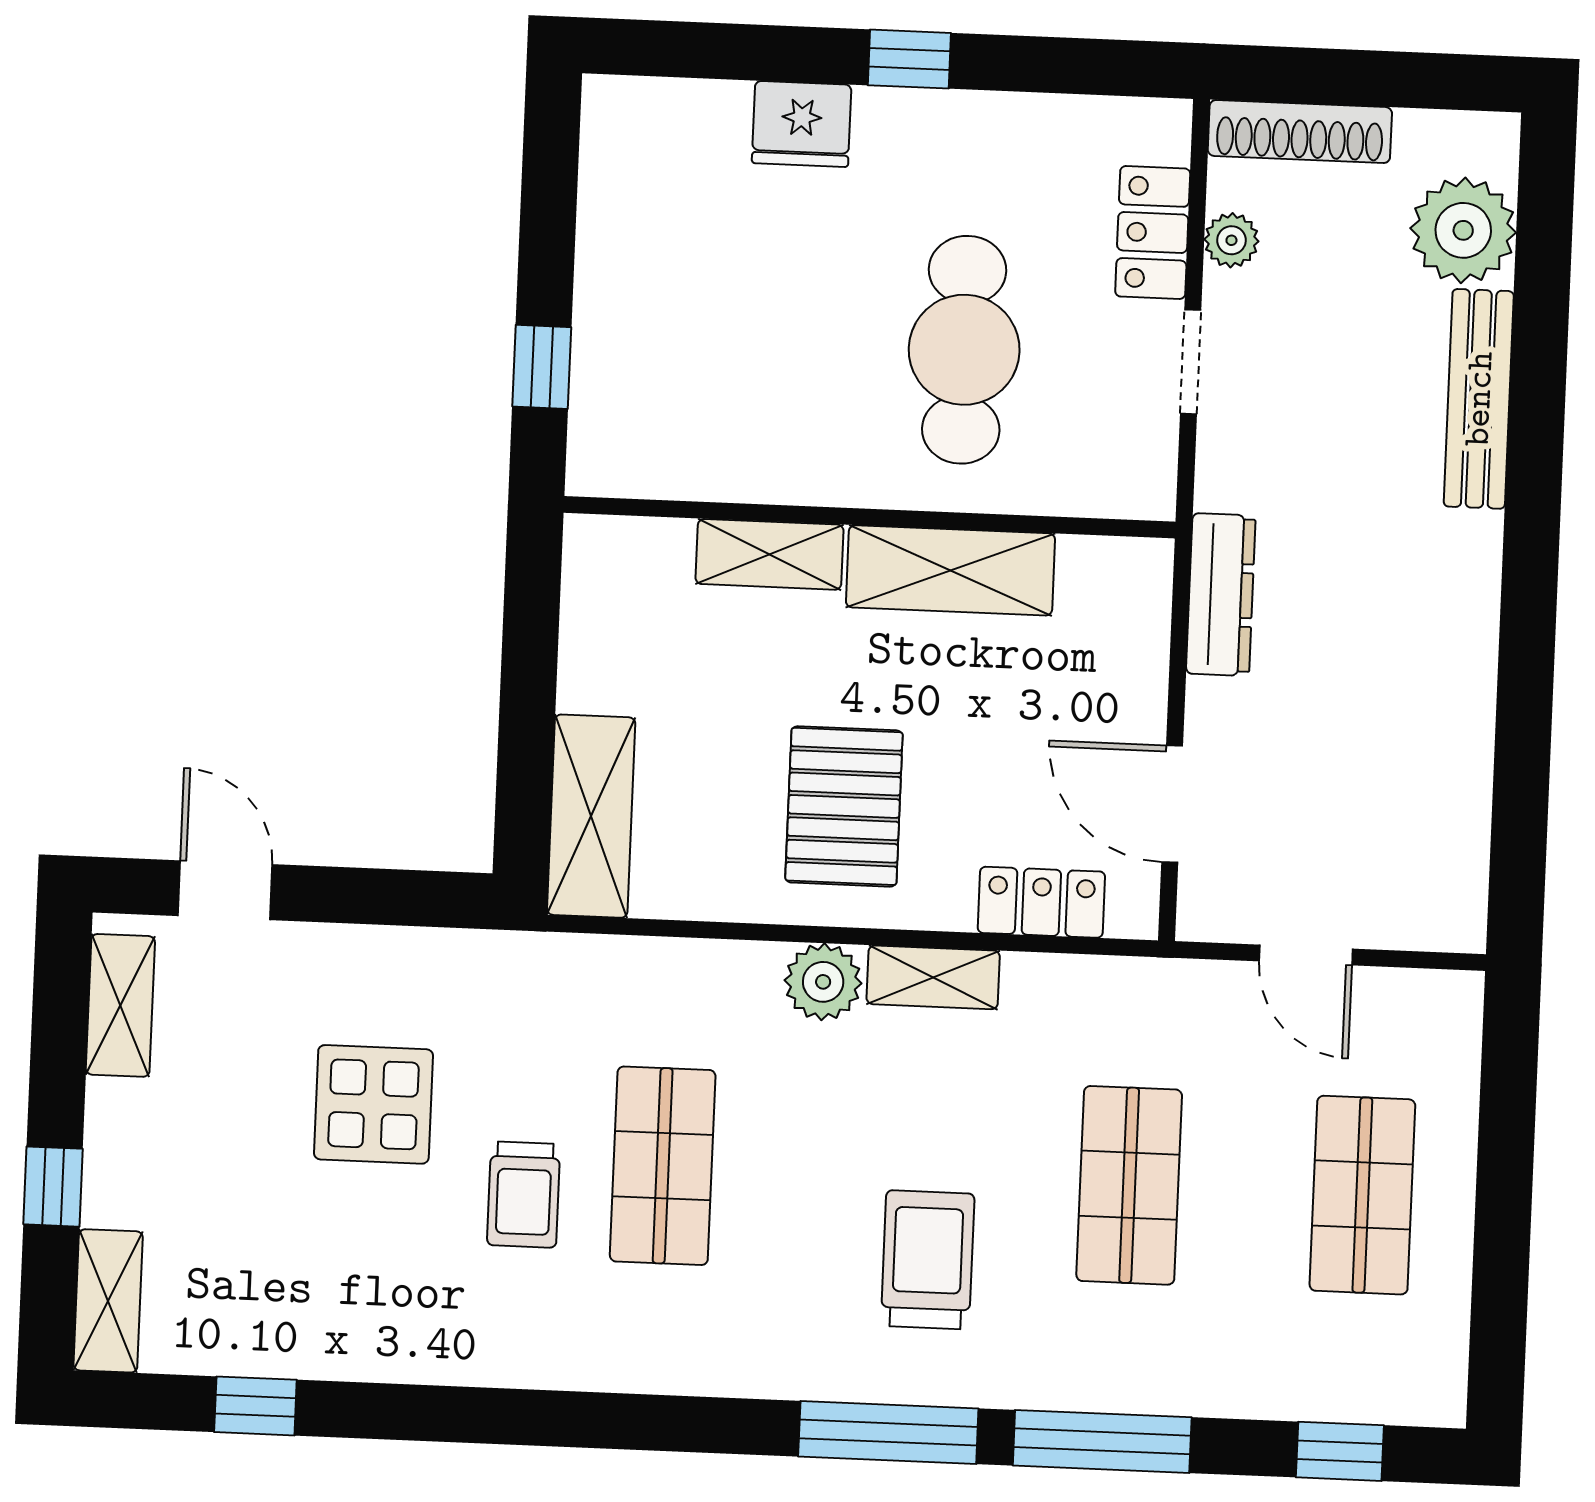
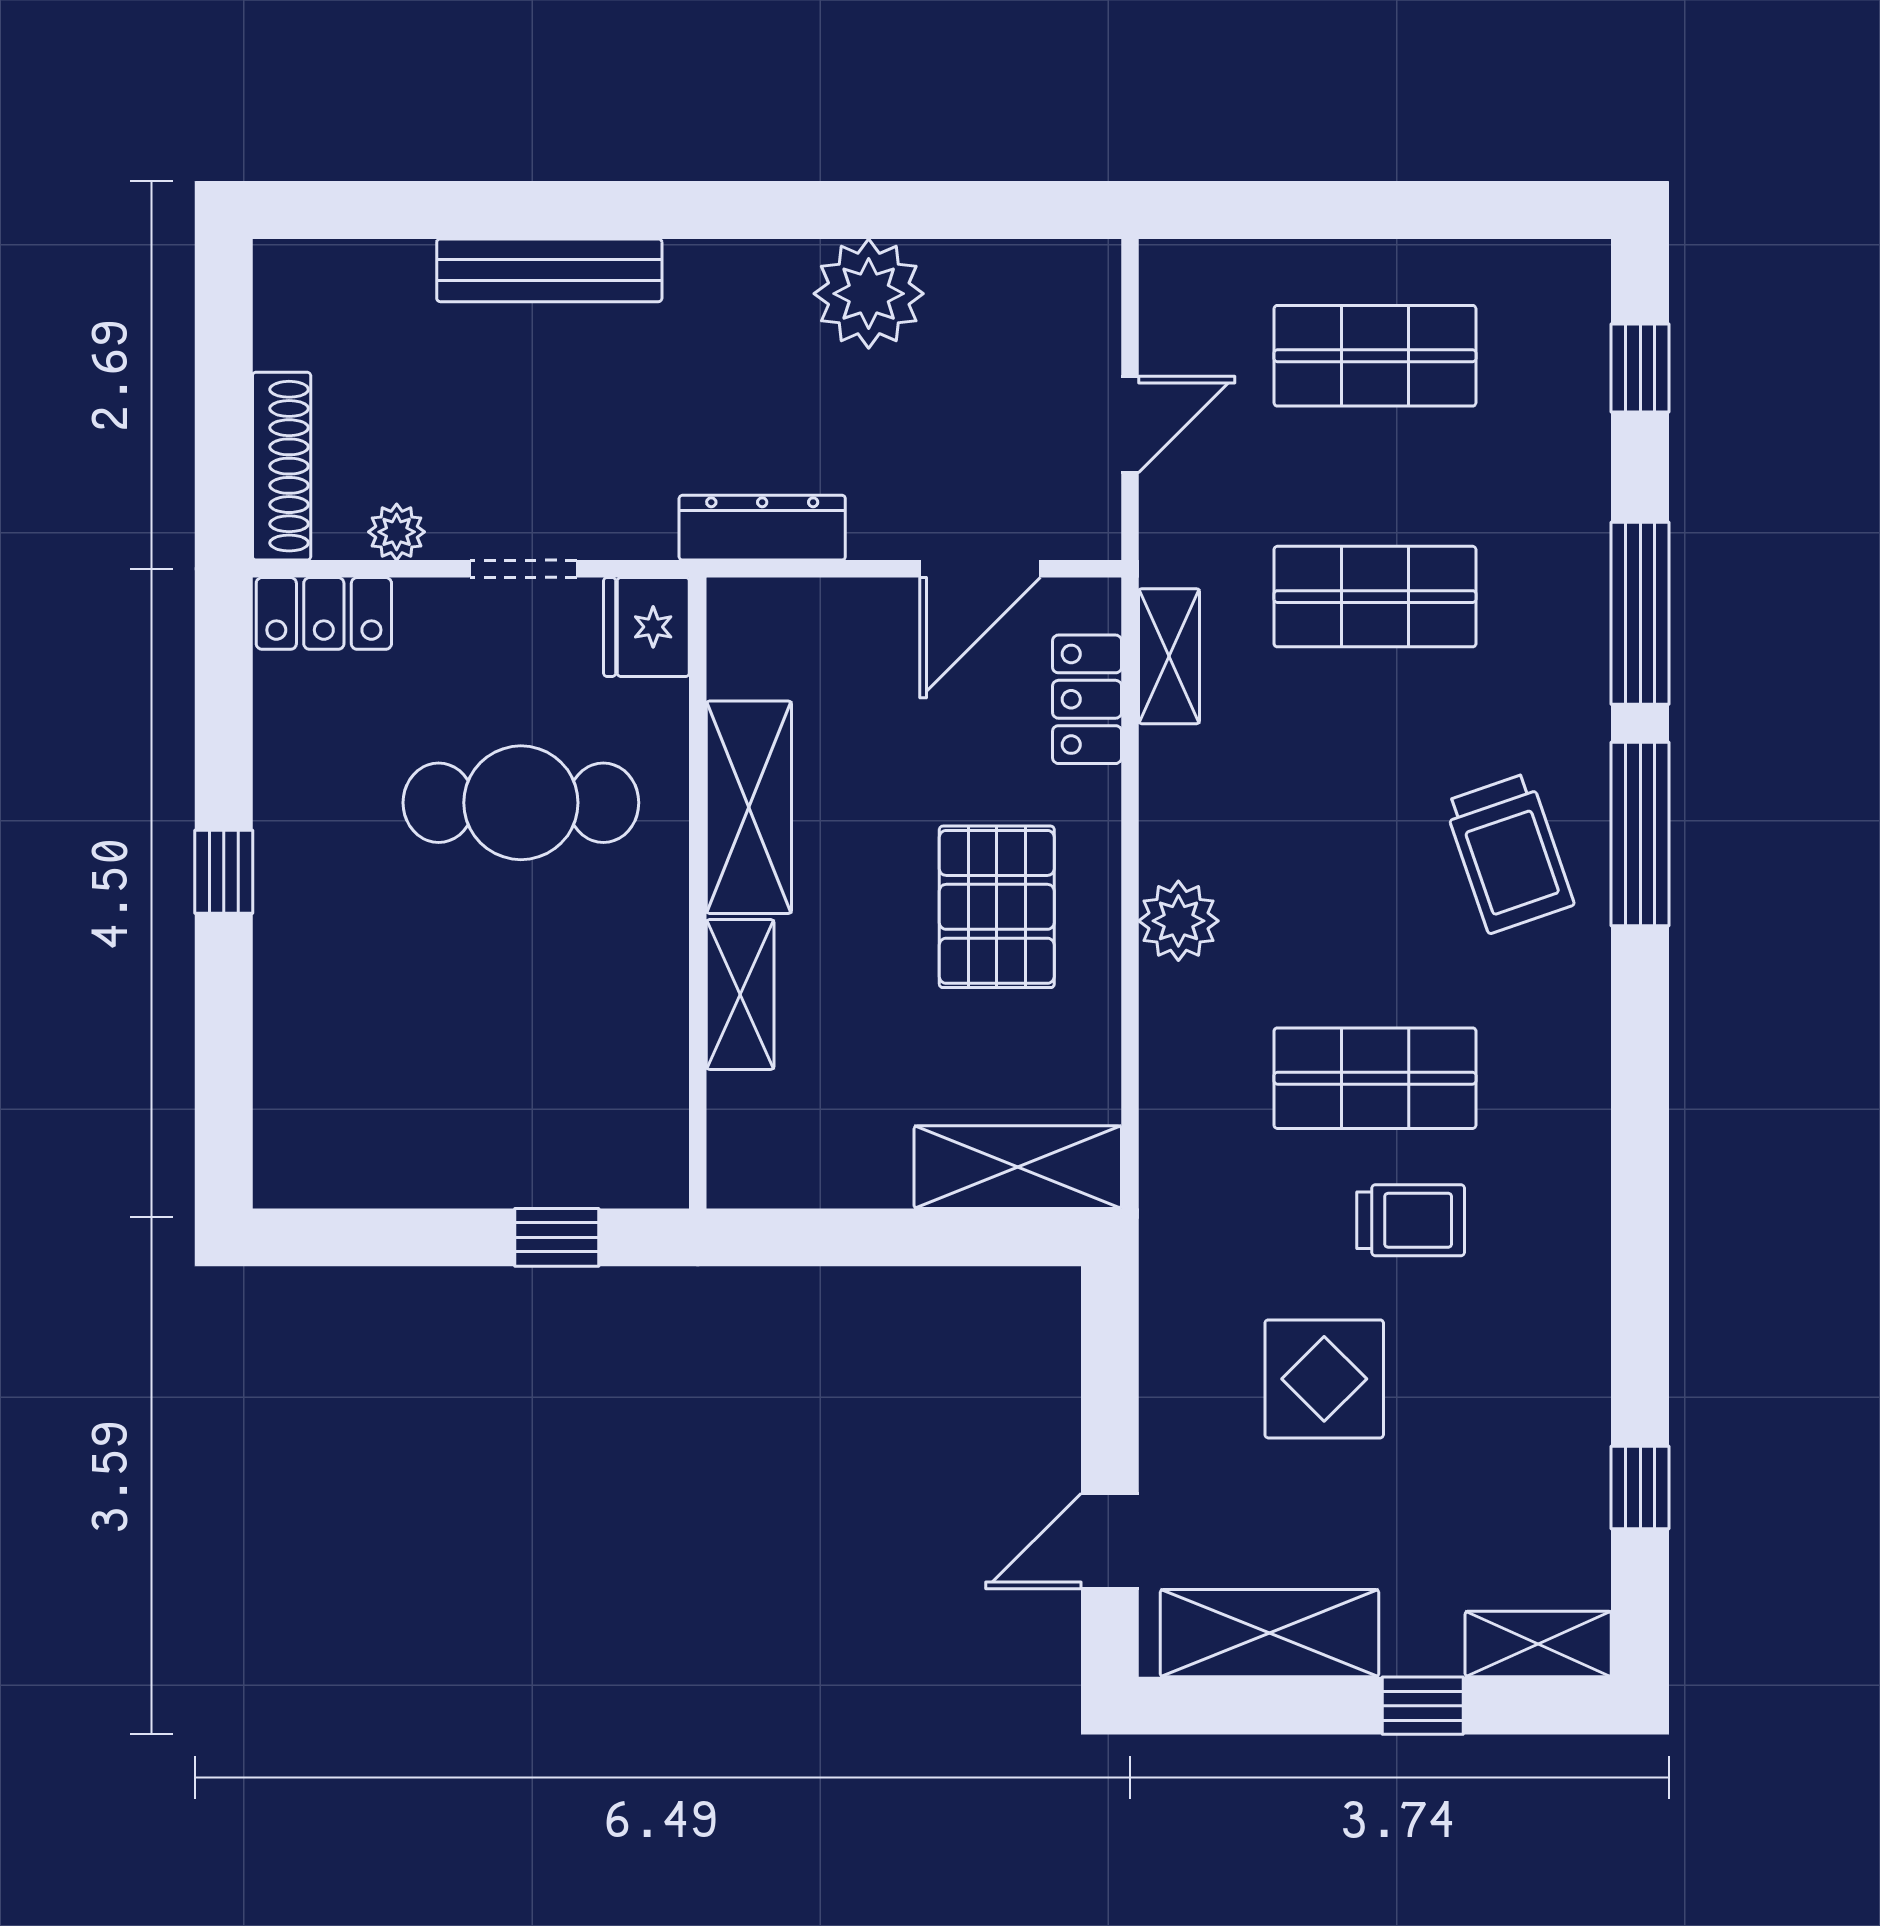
fridge: (802, 124) -> (646, 627), moved, turned 180
plant: (1463, 230) -> (869, 294), moved
locker: (1153, 232) -> (324, 613), moved
pallet: (844, 806) -> (997, 907), turned 90
shelving: (933, 977) -> (1169, 656), moved
shelving: (120, 1005) -> (1269, 1633), width x1.50, depth x1.33
trolley: (928, 1260) -> (1509, 853), moved, turned -109

